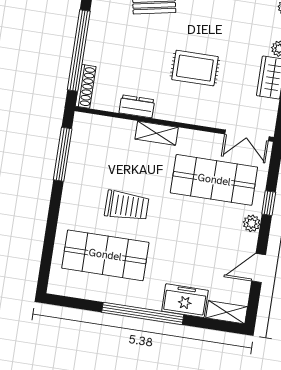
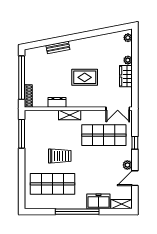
plant: (252, 223) -> (127, 165), moved

